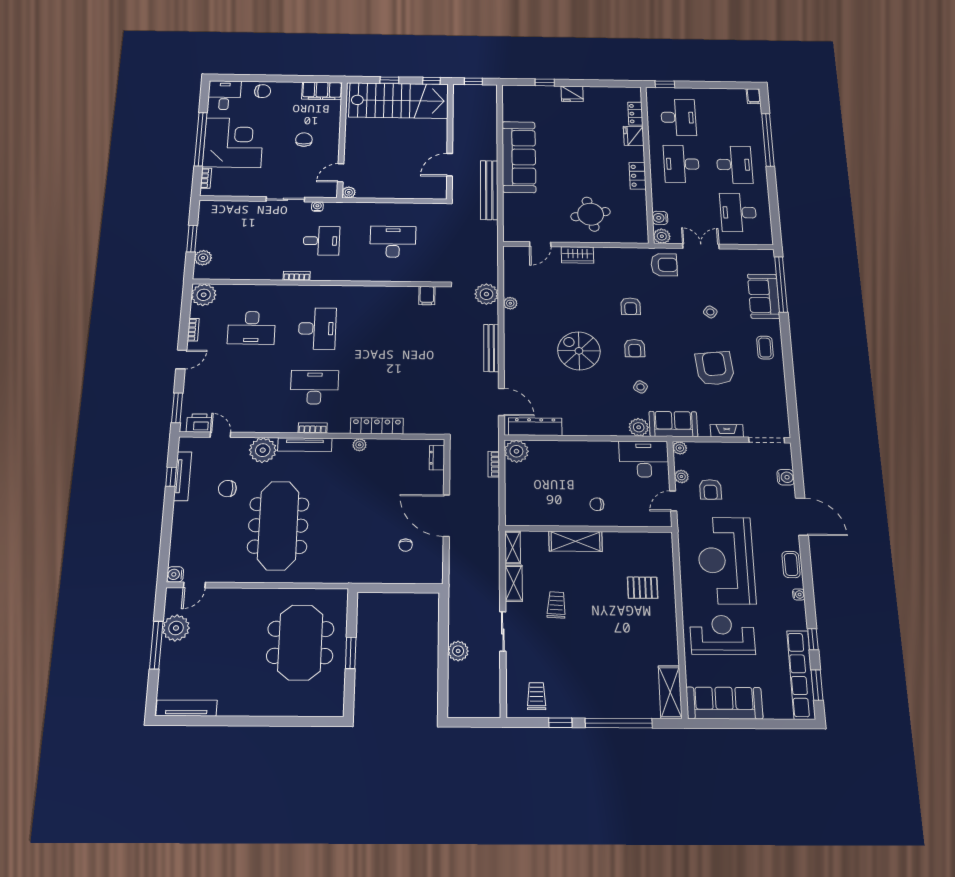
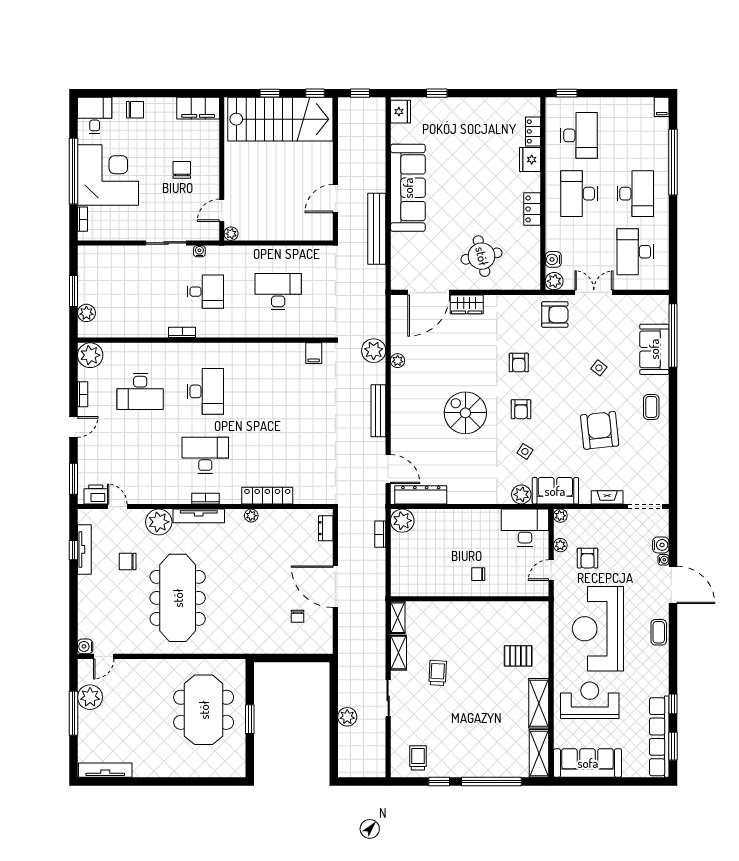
fridge: (572, 94) -> (400, 112), moved, turned -90
door: (540, 244) -> (429, 292), width x1.88
shelving: (576, 541) -> (539, 703), moved, turned 90
water cooler: (799, 594) -> (663, 560), moved

